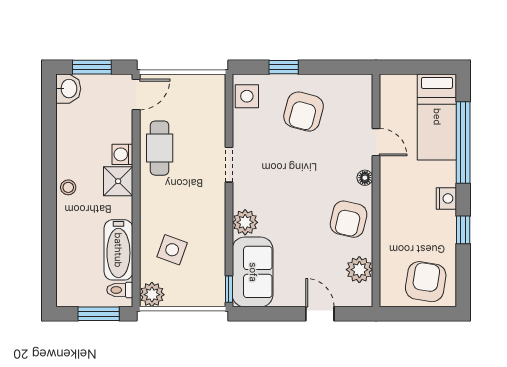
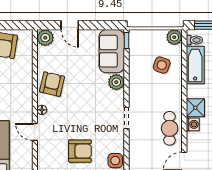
armchair: (304, 112) -> (80, 151), turned 75
plant: (359, 270) -> (45, 38), moved

